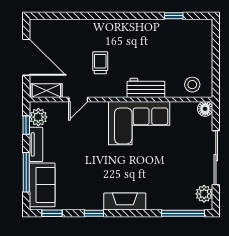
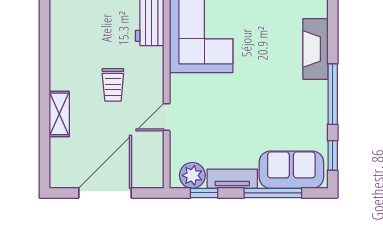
trolley: (100, 63) -> (113, 85), turned -90
shelving: (46, 91) -> (59, 114), moved
door: (78, 99) -> (167, 117), swing flipped
window: (94, 213) -> (333, 94), width x2.17

